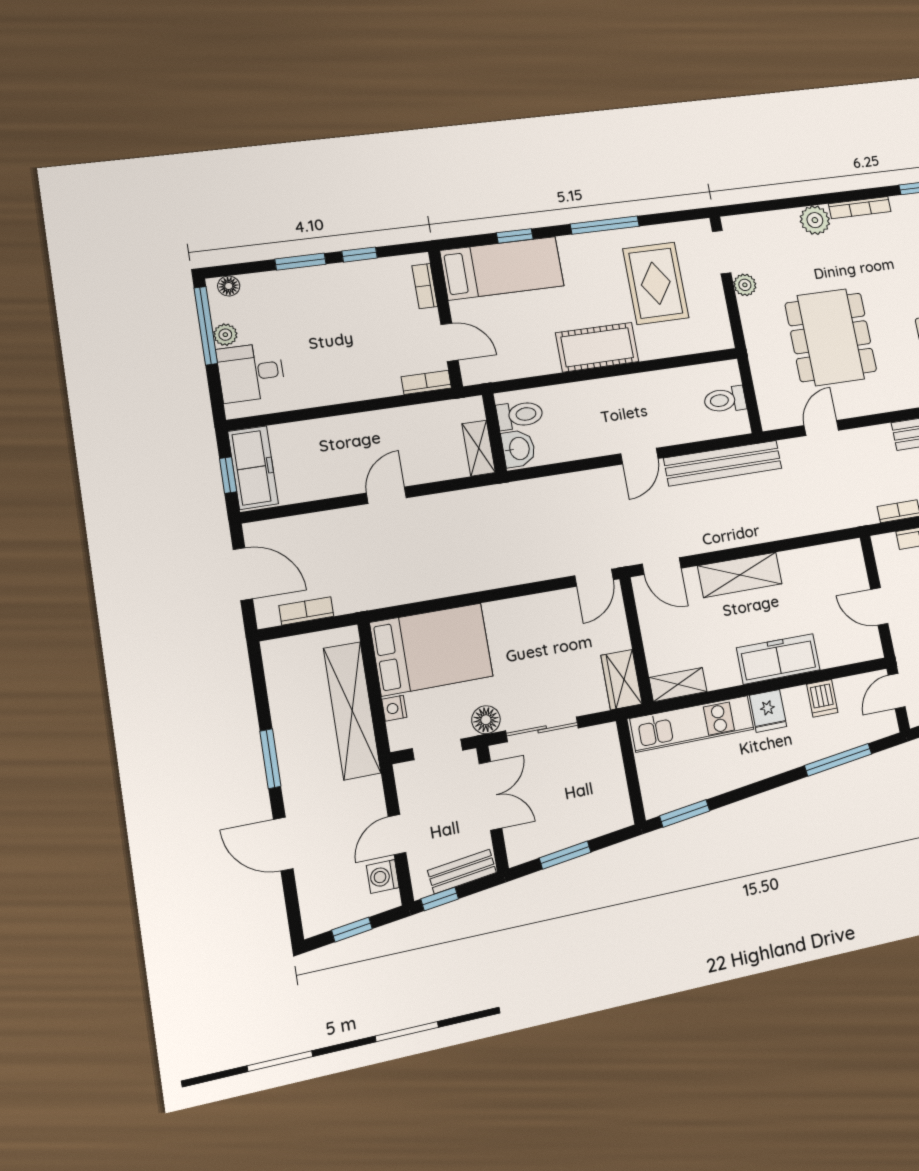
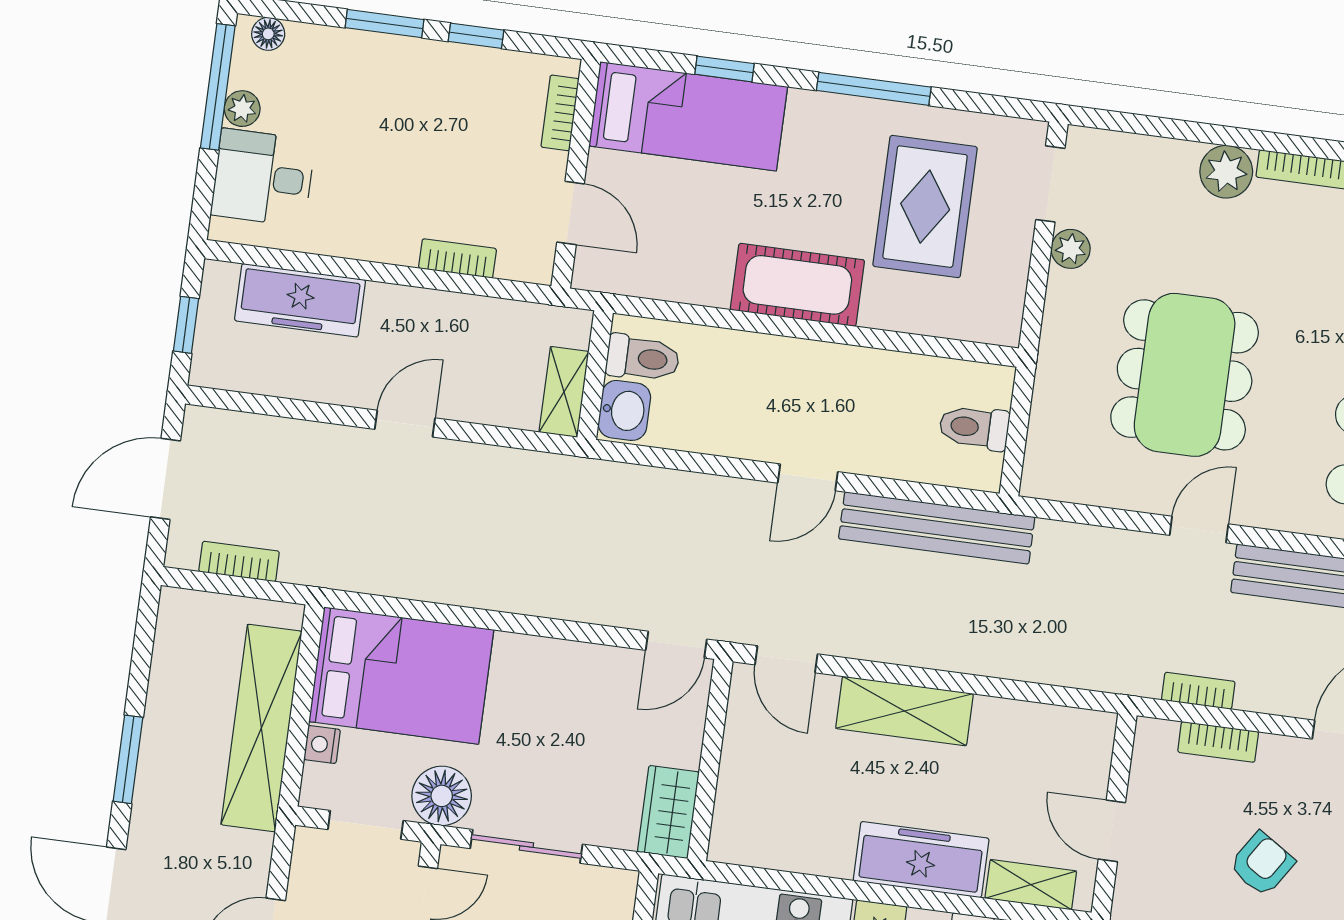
bookcase: (426, 382) -> (458, 258), moved
door: (821, 428) -> (1199, 530), moved
freezer: (253, 468) -> (300, 300), moved, turned 90
door: (243, 574) -> (165, 479), swing flipped
shelving: (678, 685) -> (1031, 885), moved
floor lamp: (486, 720) -> (442, 796), width x1.38, depth x1.38

